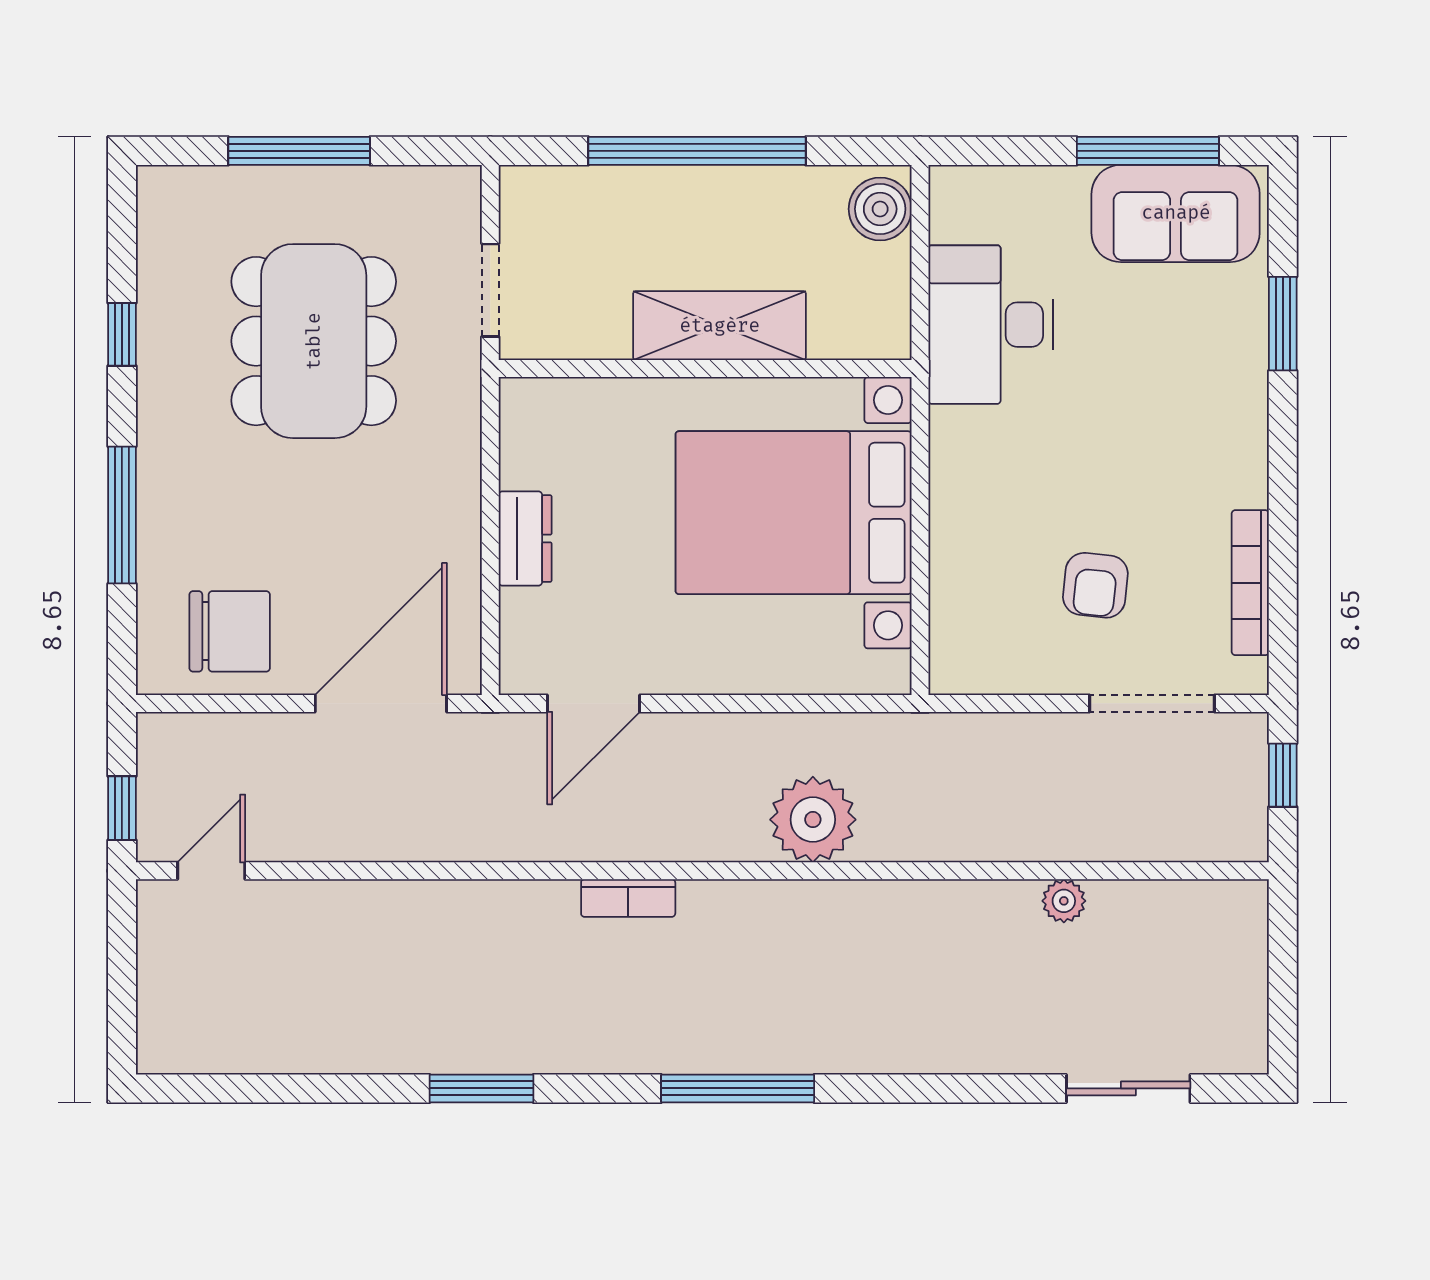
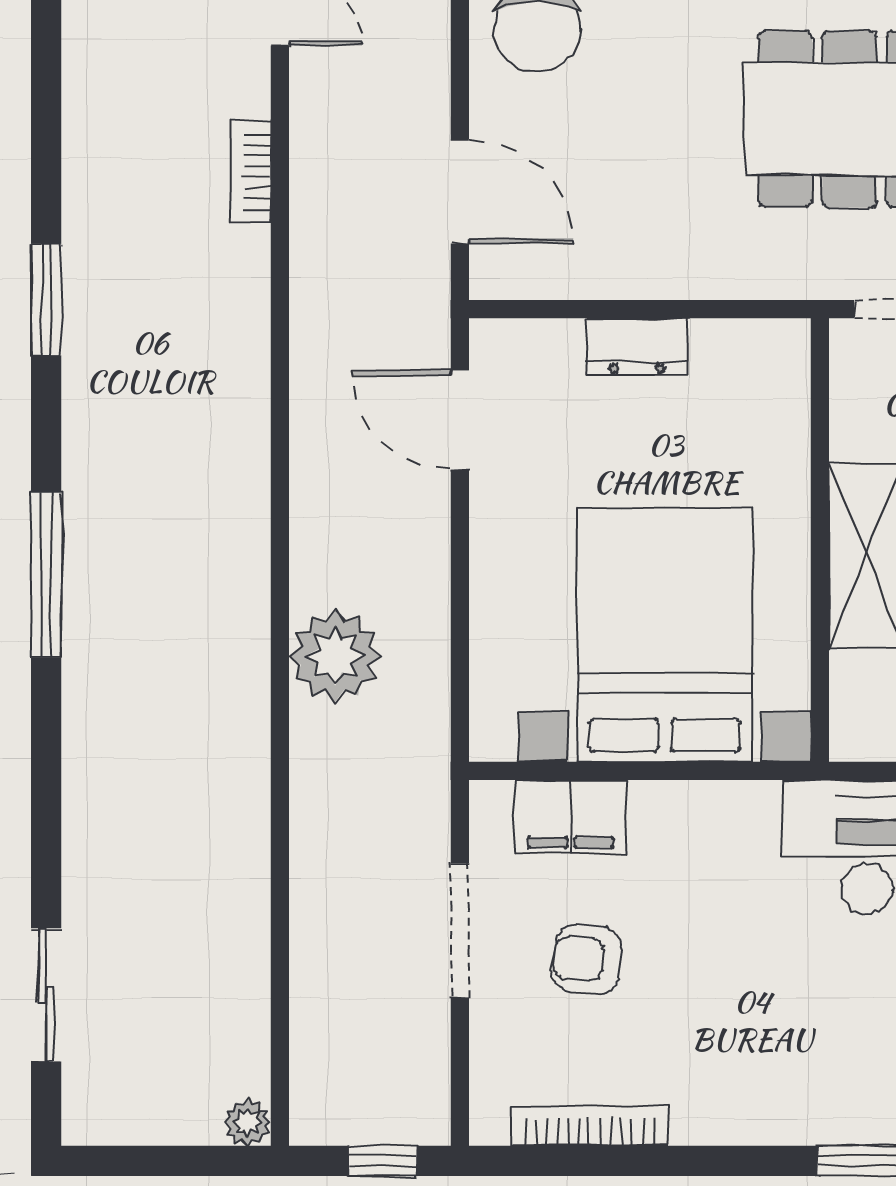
filing cabinet: (963, 600) -> (571, 817), added
door: (381, 703) -> (460, 191), width x0.73
doorway: (1152, 703) -> (460, 931), moved
bookcase: (628, 898) -> (251, 172), moved
plant: (1064, 901) -> (248, 1122), moved

